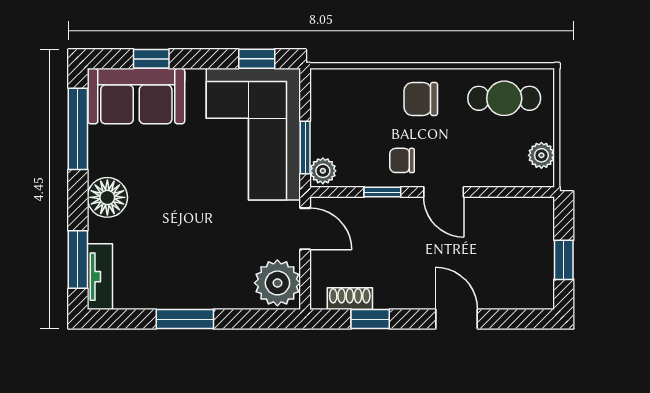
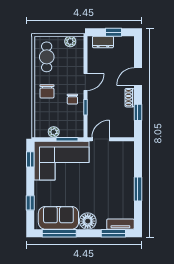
sofa: (136, 96) -> (58, 218), moved, turned -90
plant: (323, 171) -> (54, 132), moved
dresser: (540, 234) -> (103, 42), added
plant: (277, 283) -> (123, 151), removed
shoe rack: (350, 299) -> (130, 98), moved

